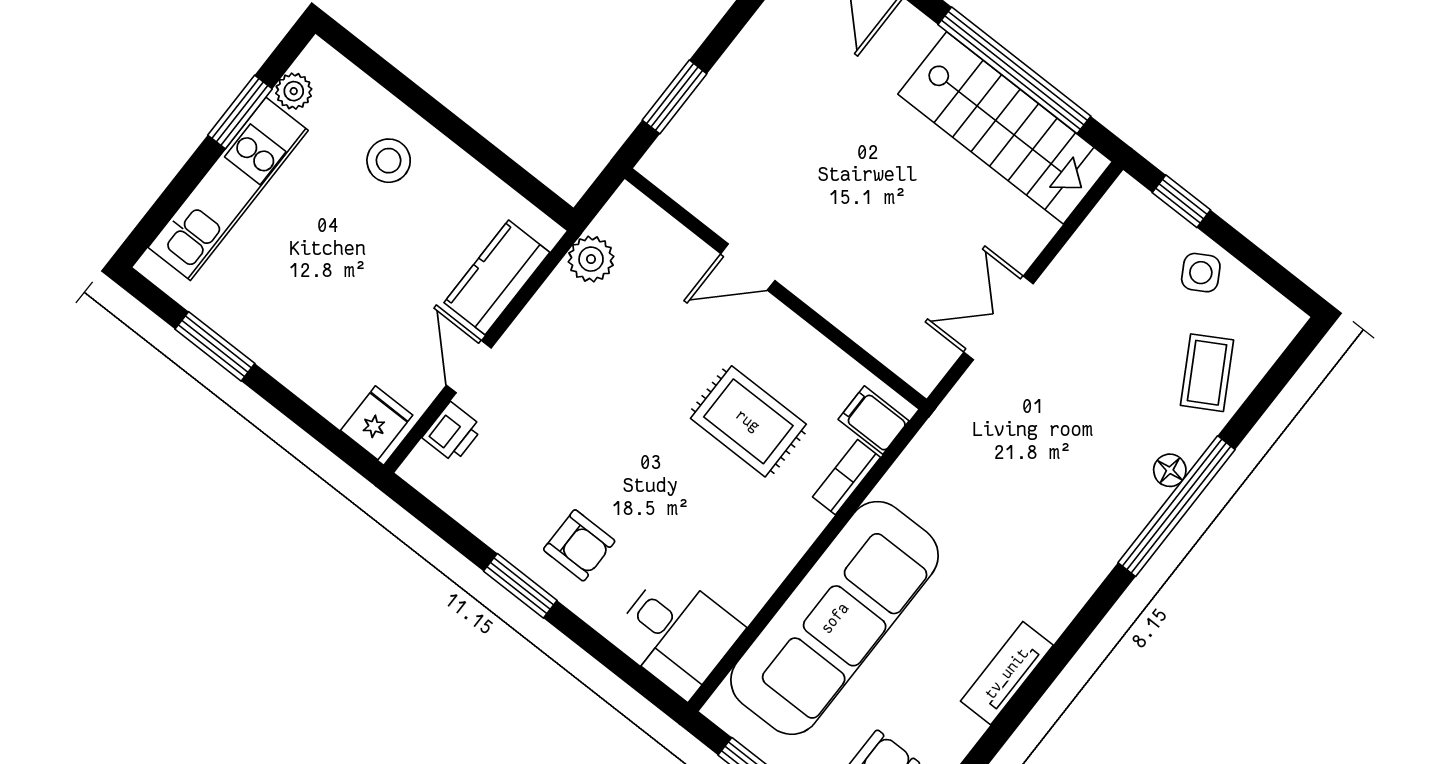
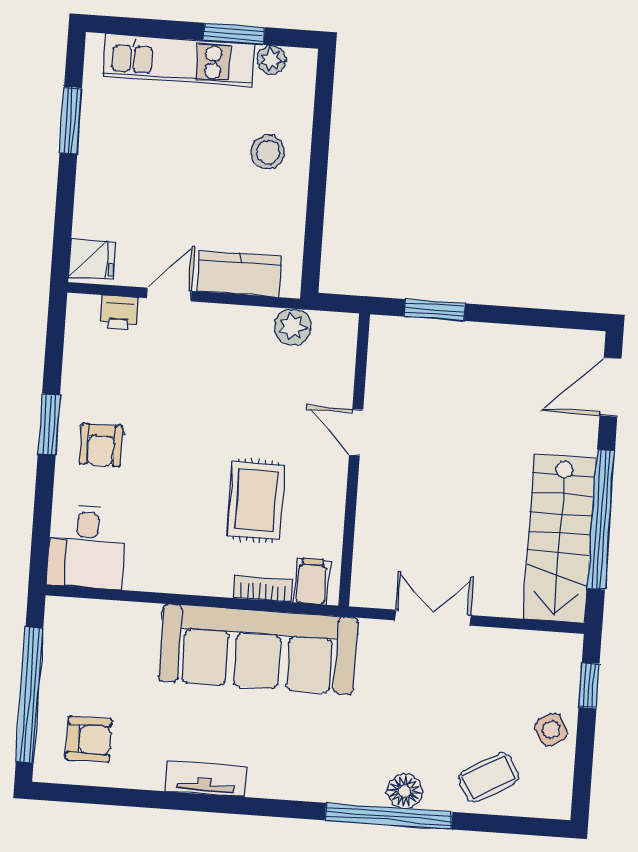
floor lamp: (1170, 470) -> (405, 791), width x1.37, depth x1.37
sofa: (835, 618) -> (258, 649), moved

